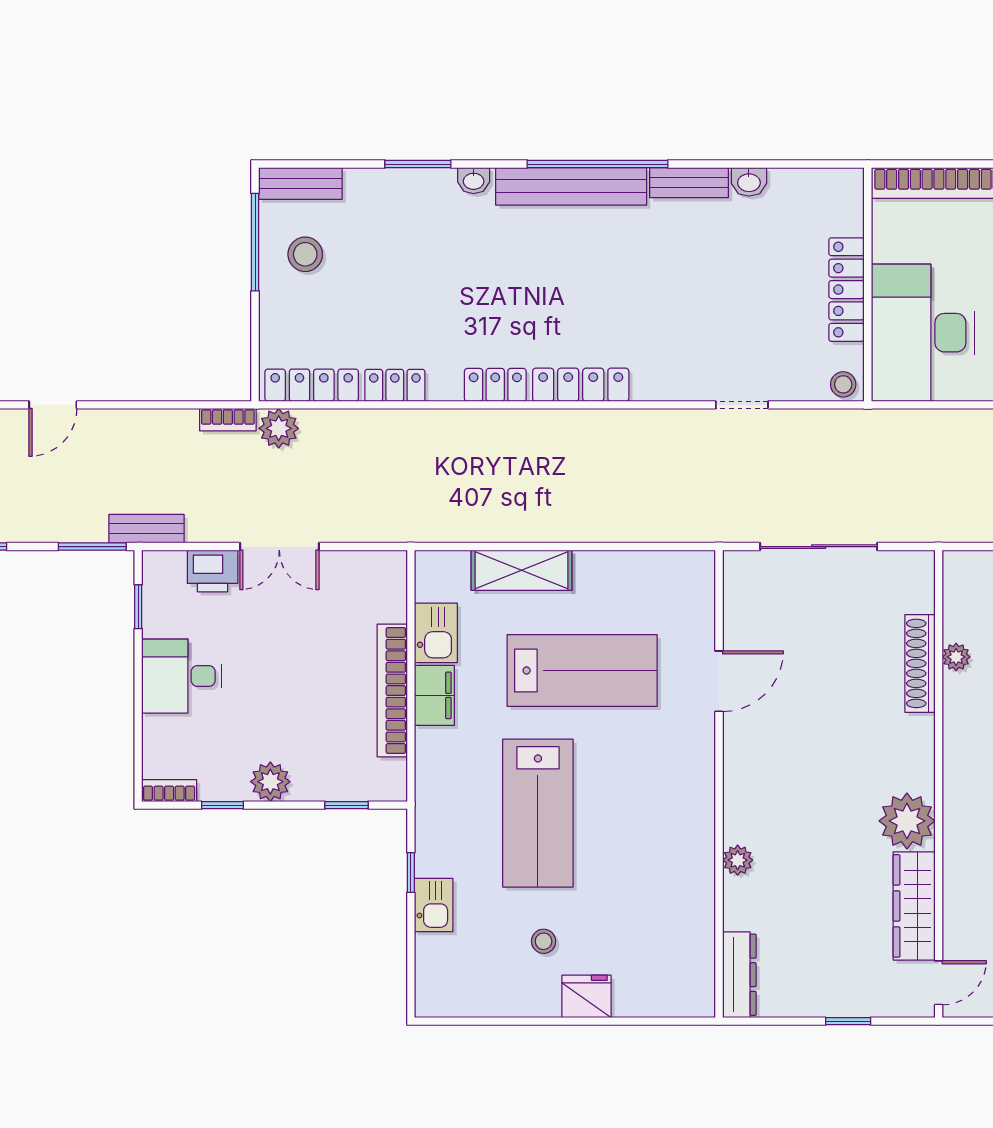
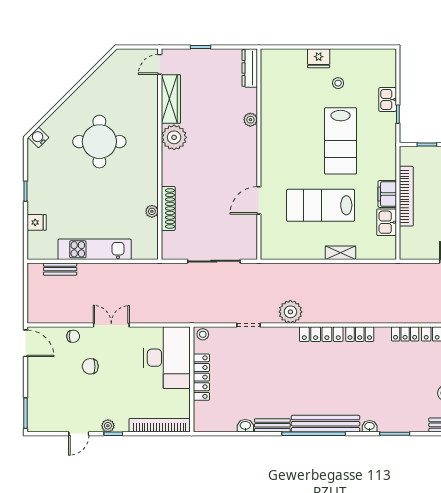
plant: (649, 434) -> (290, 312), added
shelving: (521, 570) -> (340, 253), width x0.67, depth x0.75
lab bench: (538, 813) -> (341, 141), turned 180

